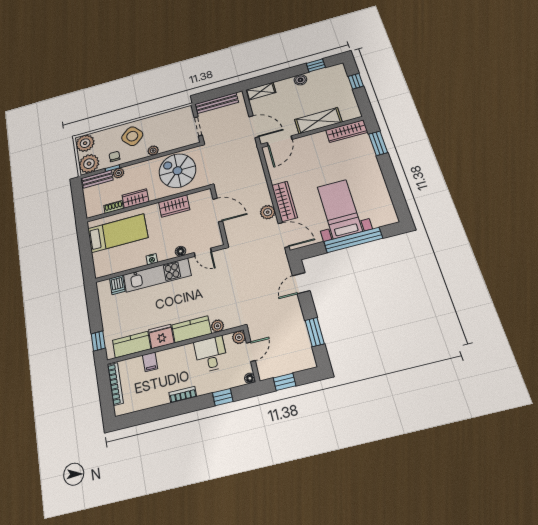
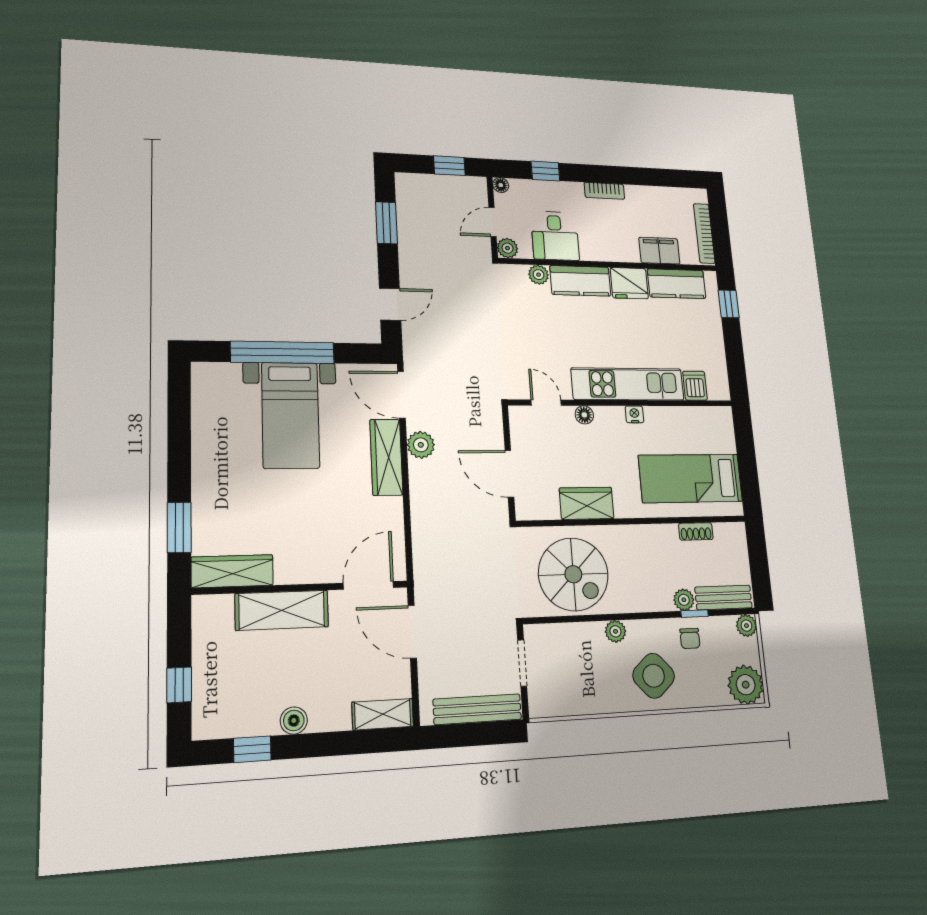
plant: (89, 164) -> (746, 626), width x0.53, depth x0.53
wardrobe: (135, 198) -> (656, 538), removed
filing cabinet: (150, 362) -> (659, 251), width x2.00

